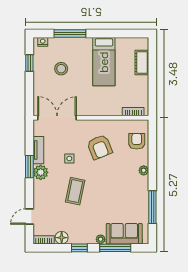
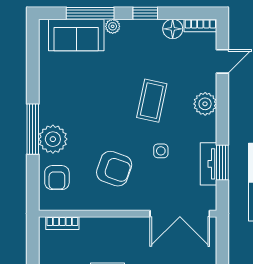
armchair: (100, 147) -> (114, 169), turned 131
window: (29, 167) -> (222, 162), moved
plant: (144, 170) -> (53, 139), width x1.88, depth x1.88
plant: (41, 172) -> (205, 104), moved
window: (152, 207) -> (33, 129), moved

